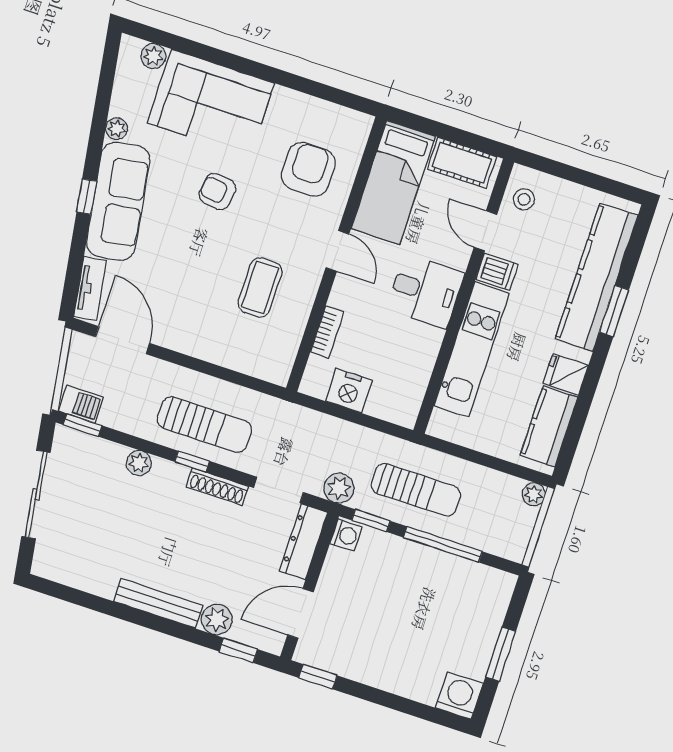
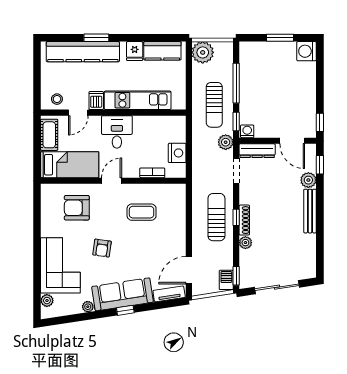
shoe rack: (217, 487) -> (244, 220), moved
sun lounger: (416, 490) -> (214, 105), turned 180
plant: (534, 494) -> (203, 52), width x1.88, depth x1.88

